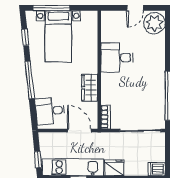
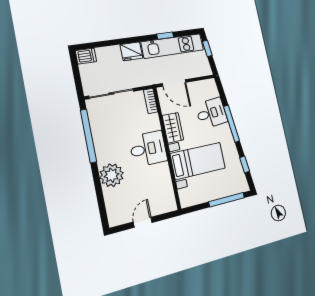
plant: (154, 23) -> (112, 175), moved
bed with nightstands: (58, 36) -> (198, 161), moved, turned 90
desk: (117, 58) -> (148, 149), moved
desk: (50, 111) -> (211, 113), moved

